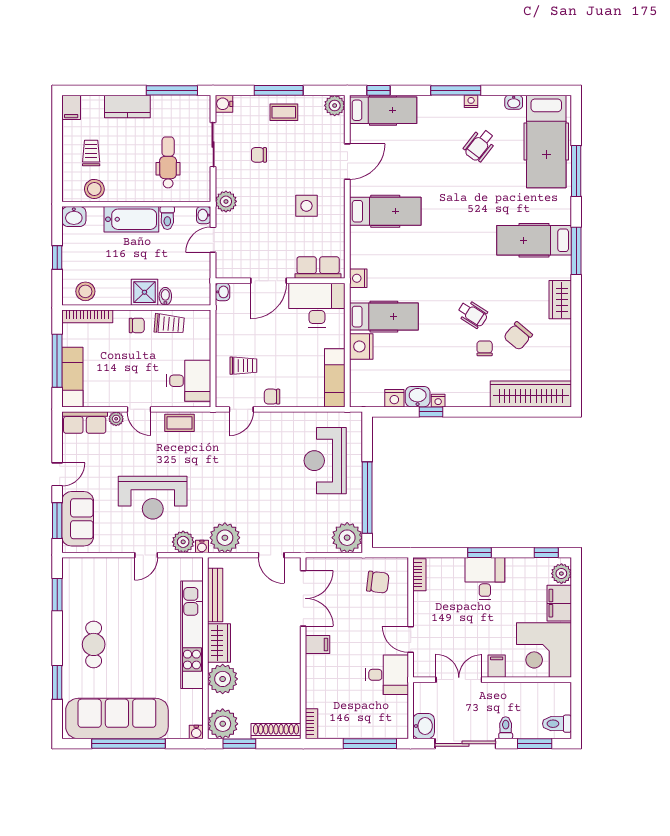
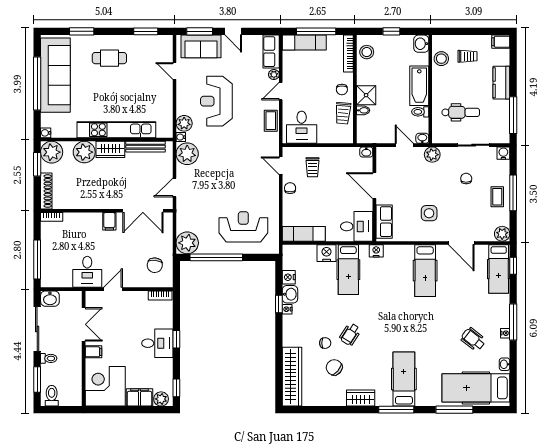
desk: (317, 305) -> (357, 226), width x0.73
door: (146, 555) -> (175, 71), moved

